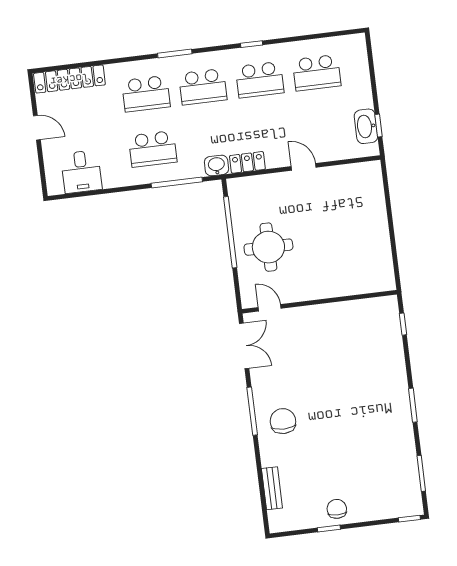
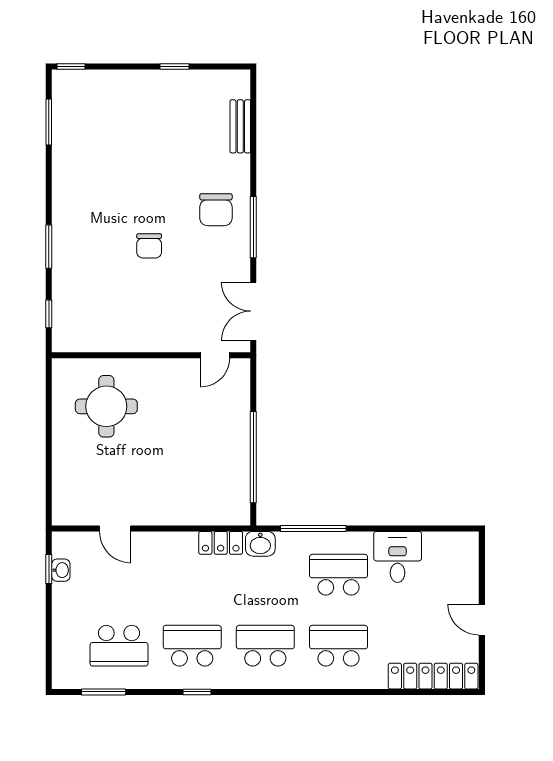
window: (175, 54) -> (103, 692), moved
school desk: (317, 73) -> (119, 646), turned 180
washbasin: (366, 126) -> (61, 570), width x0.52, depth x0.69
door: (304, 167) -> (115, 528), moved
desk: (81, 172) -> (398, 557), moved
round table: (268, 247) -> (106, 406), moved
door: (270, 308) -> (215, 355), hinge flipped
window: (413, 405) -> (49, 247), moved
chair: (337, 509) -> (149, 246), moved

